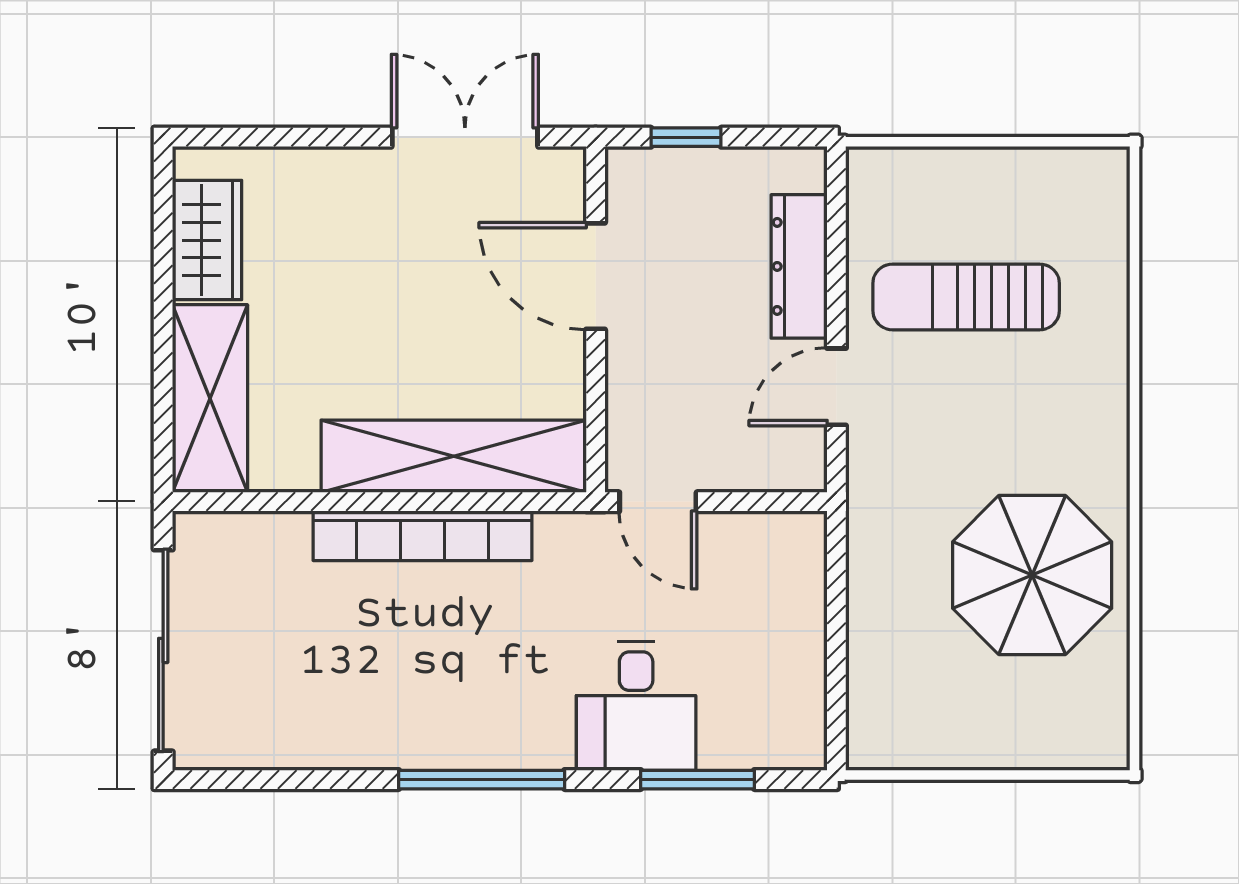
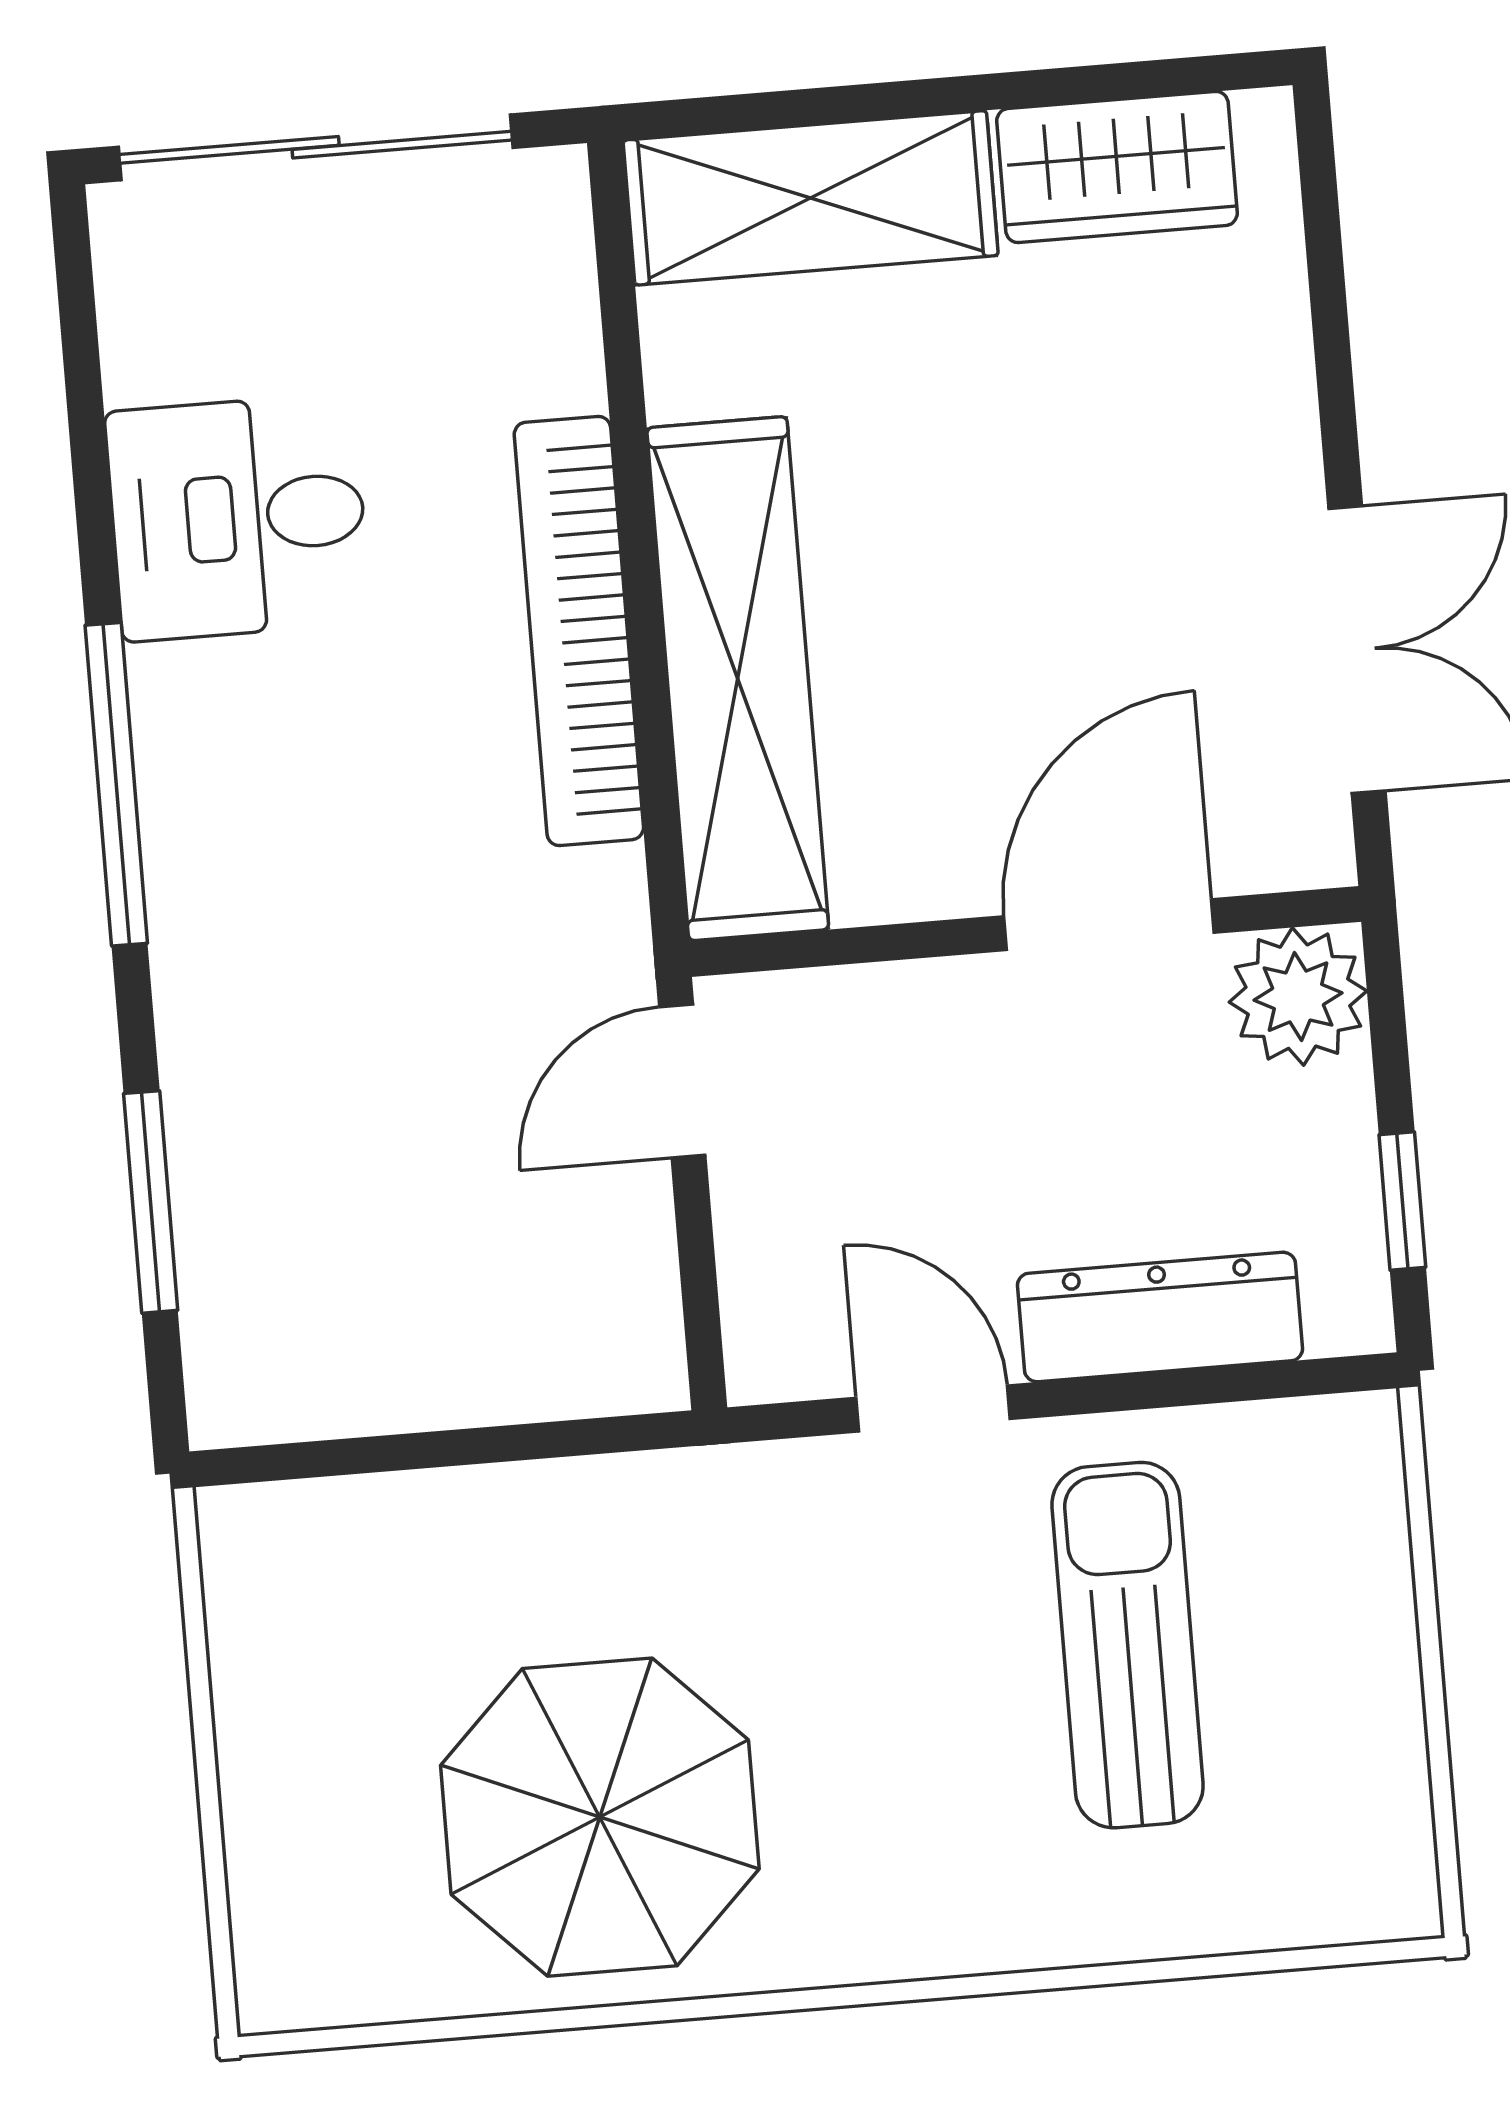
window: (686, 137) -> (1402, 1201), moved
plant: (640, 182) -> (1298, 997), added
desk: (636, 706) -> (238, 517), moved

